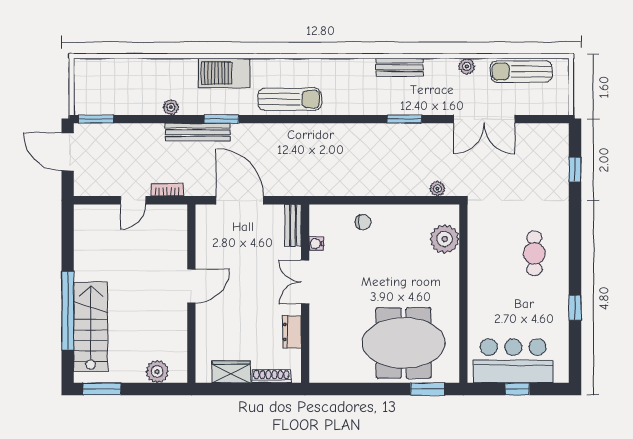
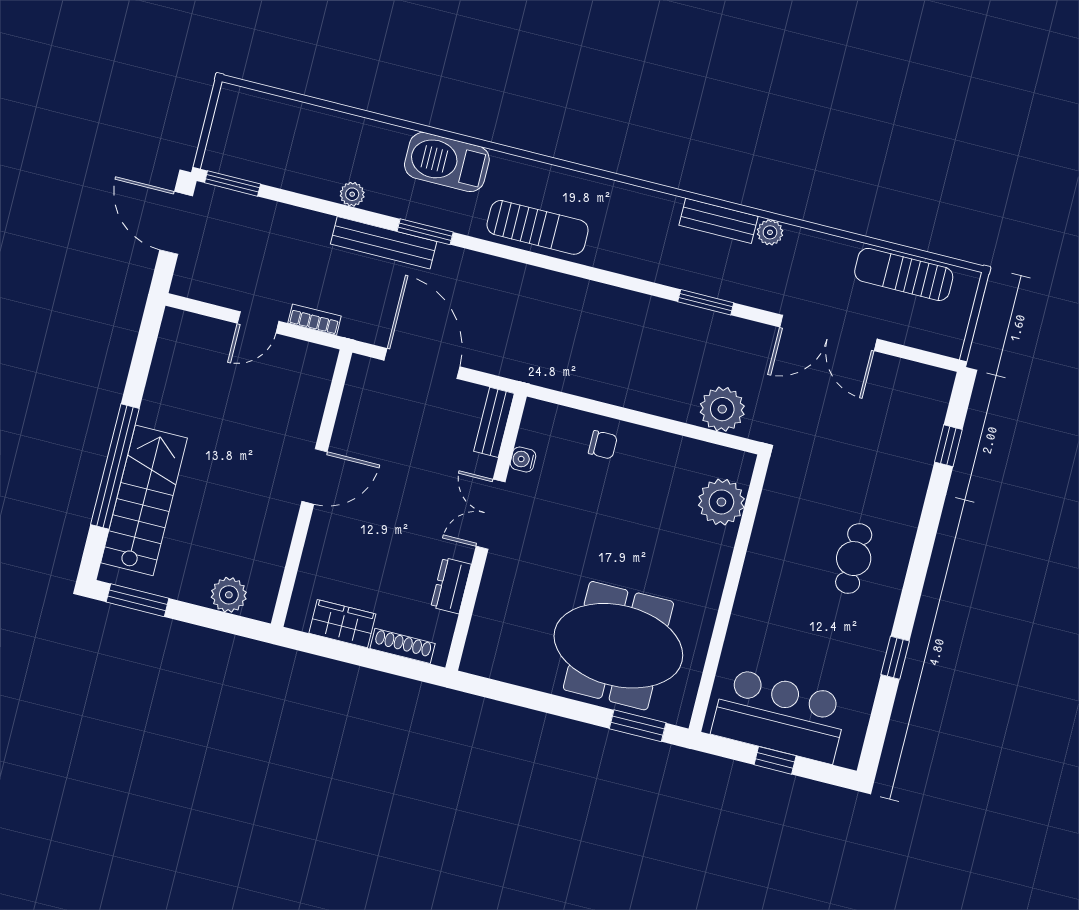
plant: (467, 66) -> (770, 232), moved
plant: (437, 189) -> (722, 409), width x1.88, depth x1.88

